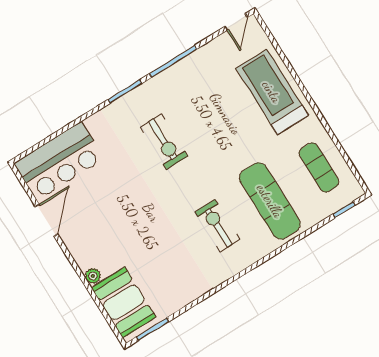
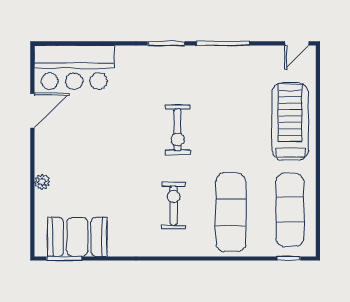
exercise bike: (164, 141) -> (178, 130), moved
exercise mat: (319, 167) -> (290, 210), width x1.36, depth x1.45
booth: (124, 302) -> (77, 237), moved, turned 90

